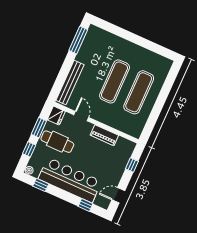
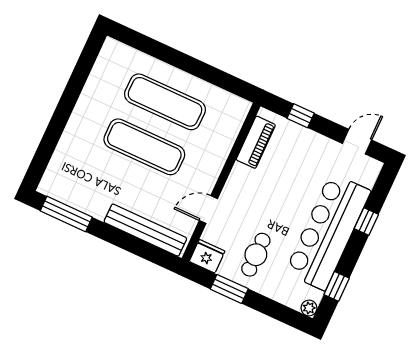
piano: (104, 135) -> (256, 142), moved
cafe table: (57, 142) -> (256, 255), width x0.73, depth x0.74
window: (29, 149) -> (270, 308), removed
door: (118, 195) -> (357, 142), swing flipped
window: (85, 205) -> (366, 221), moved

